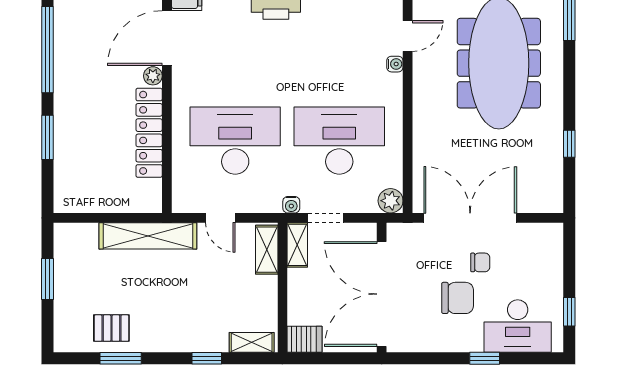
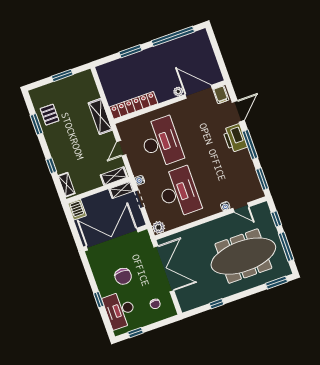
locker: (149, 133) -> (133, 105), moved
shelving: (148, 236) -> (100, 116), width x0.68
chair: (480, 262) -> (155, 304), moved

